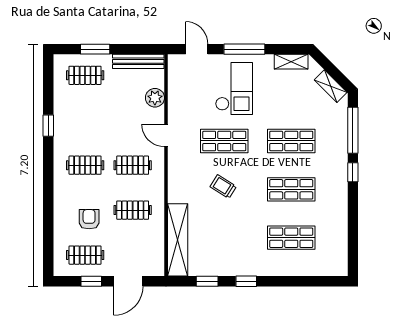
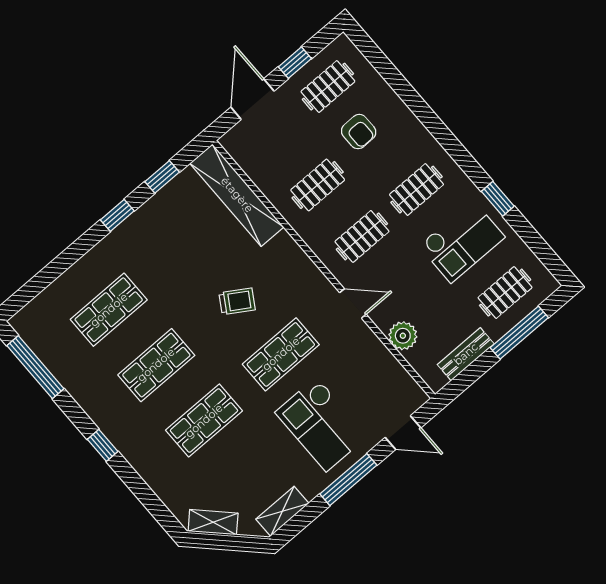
window: (95, 49) -> (519, 333), width x1.44
bench: (138, 61) -> (466, 354), width x0.73
checkout: (85, 120) -> (462, 241), added
window: (353, 130) -> (35, 367), moved

